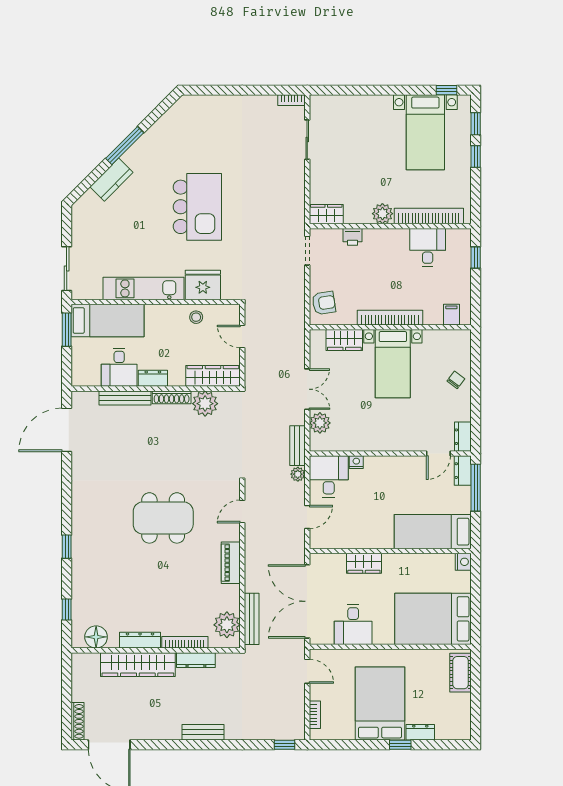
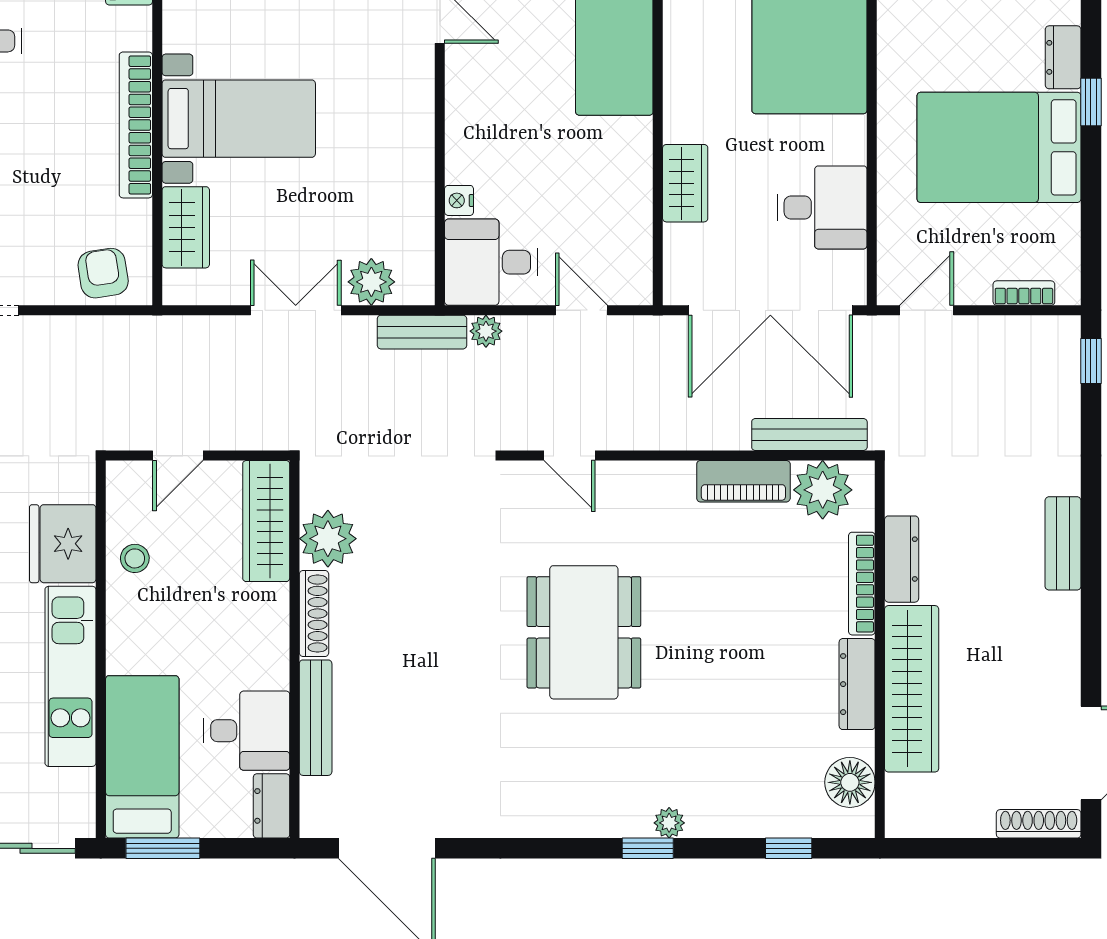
dresser: (153, 378) -> (272, 806), moved
plant: (78, 556) -> (669, 823), added
piano: (231, 563) -> (743, 481), moved

